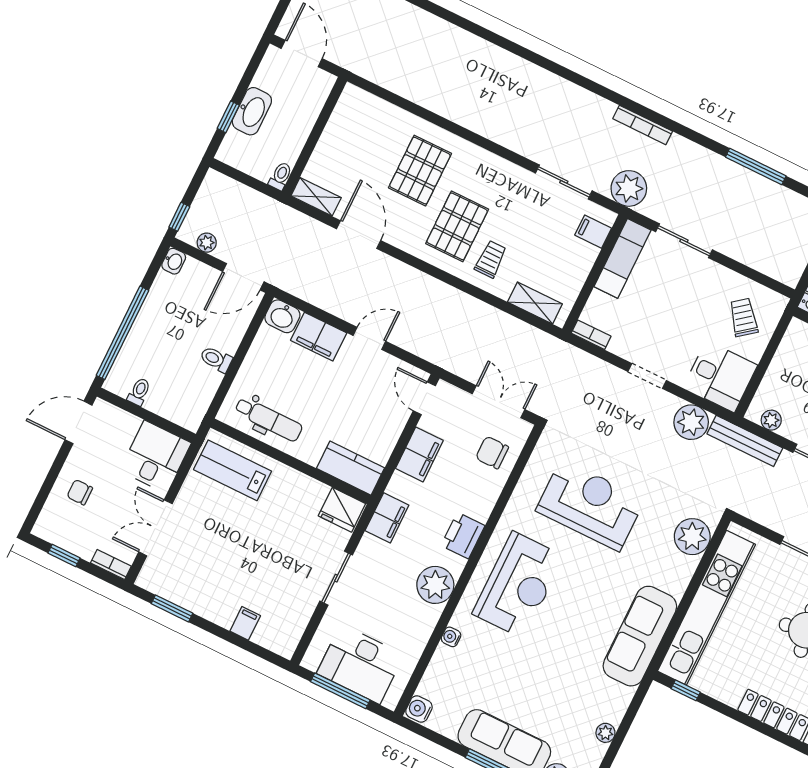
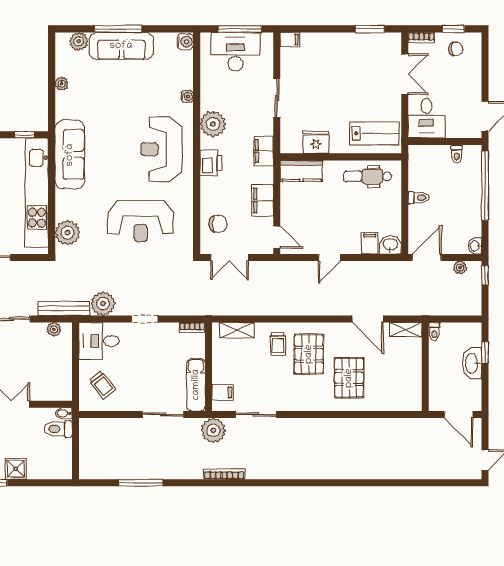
filing cabinet: (319, 337) -> (370, 243), width x0.50
chair: (80, 492) -> (456, 49), moved
fridge: (342, 510) -> (316, 142), moved
filing cabinet: (245, 623) -> (290, 40), moved, turned -90

